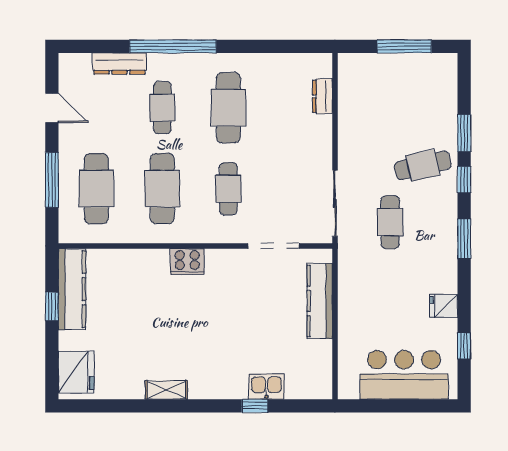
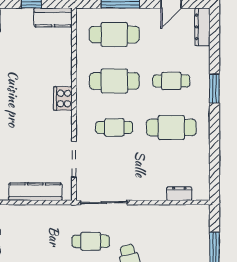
window: (173, 46) -> (214, 88), width x0.47
dresser: (119, 64) -> (202, 27), moved
kitchen counter: (72, 289) -> (53, 17), width x0.67

